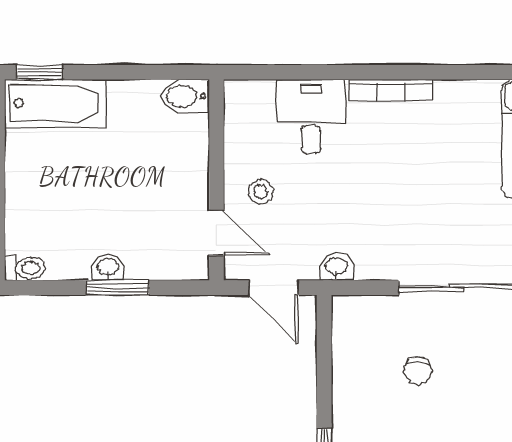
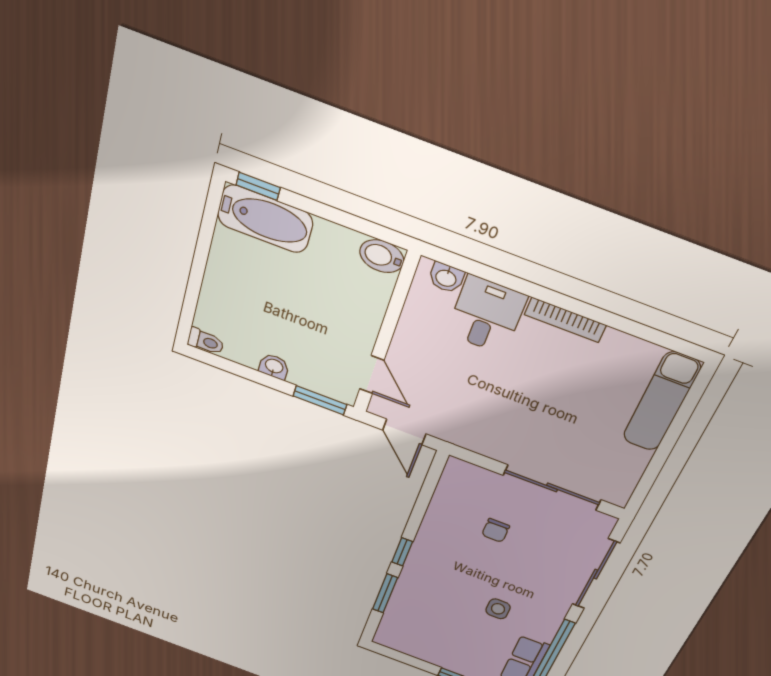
stool: (261, 192) -> (420, 358), removed
washbasin: (336, 267) -> (446, 278), moved, turned 180
window: (118, 288) -> (320, 400), moved

